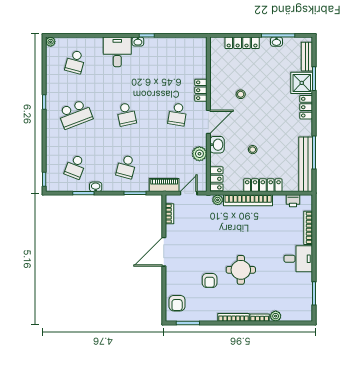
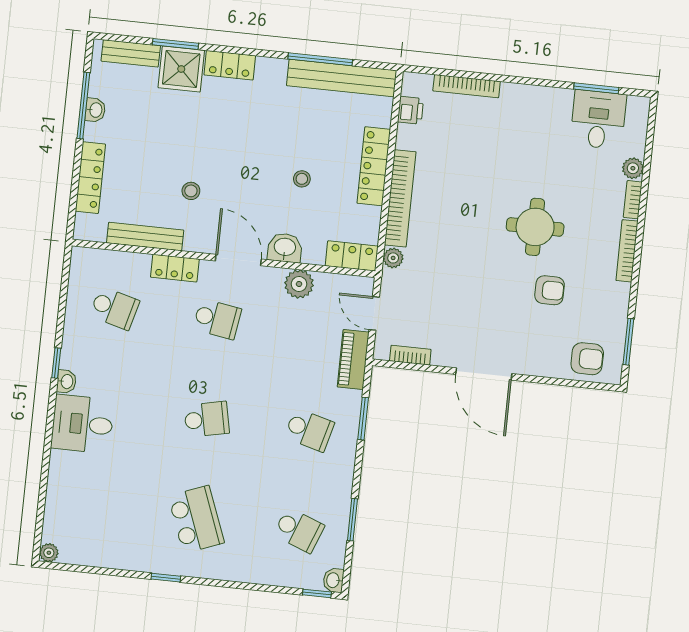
school desk: (75, 62) -> (115, 308), moved
bench: (215, 74) -> (145, 236), added
washbasin: (96, 187) -> (333, 580), moved
desk: (298, 259) -> (598, 120), moved

